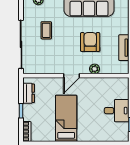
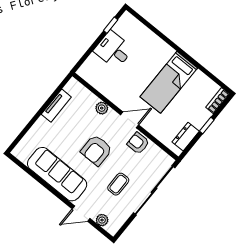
armchair: (90, 42) -> (96, 150), moved
armchair: (55, 66) -> (138, 143), added

